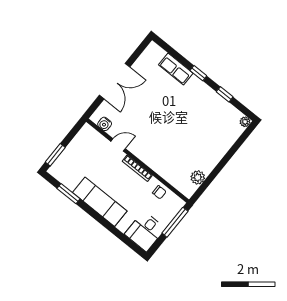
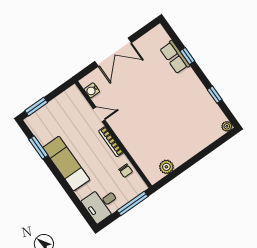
window: (198, 73) -> (187, 56), moved

